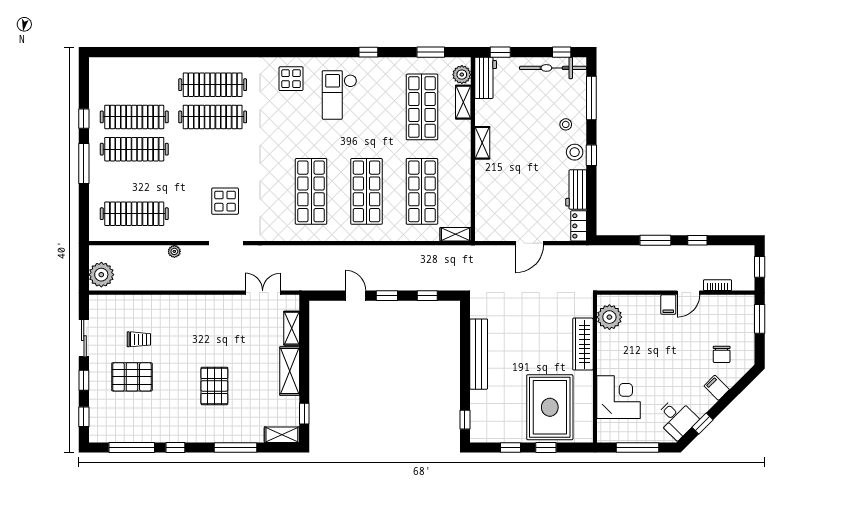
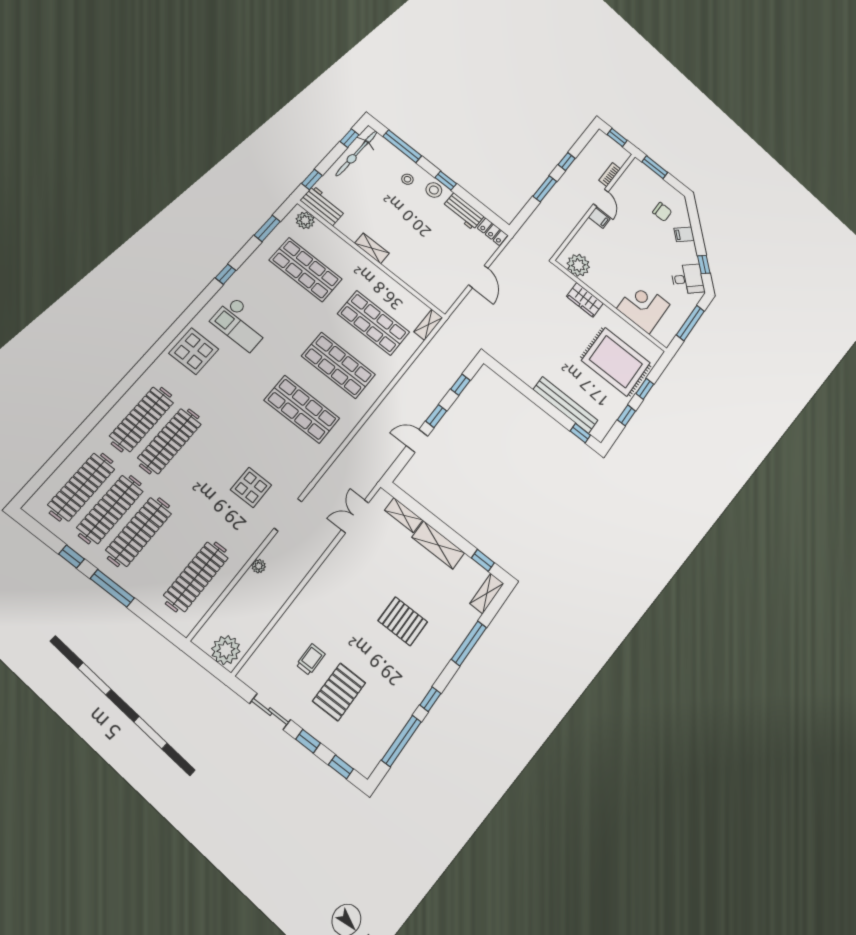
display table: (291, 79) -> (194, 351), width x1.36, depth x1.36
clothes rail: (134, 85) -> (81, 487), added
shelving: (463, 102) -> (328, 237), removed
wardrobe: (583, 344) -> (585, 300), width x0.67
bench: (479, 354) -> (565, 405), moved

